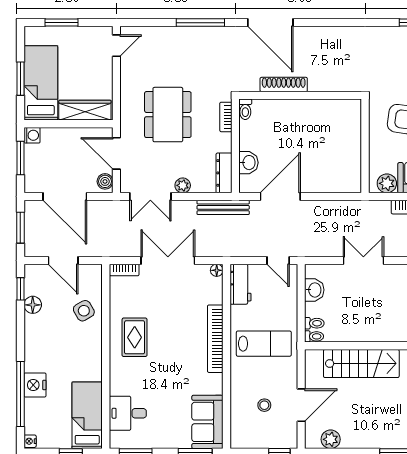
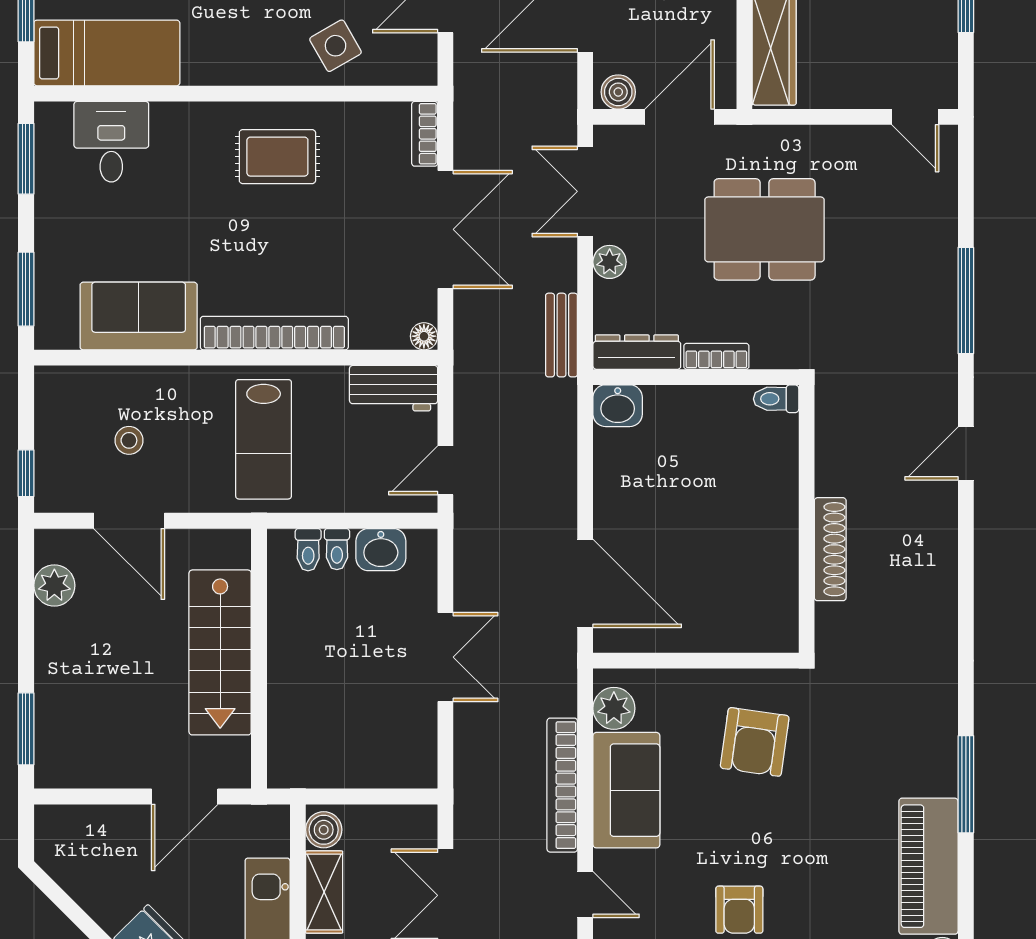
door: (270, 23) -> (966, 454), width x0.53
shoe rack: (284, 84) -> (830, 549), moved
bookcase: (226, 117) -> (716, 356), moved
washbasin: (248, 163) -> (618, 406), moved
door: (280, 197) -> (585, 583), moved
bench: (223, 207) -> (561, 335), width x0.73
toilet: (314, 336) -> (337, 549), moved
sofa: (207, 422) -> (139, 316), moved

